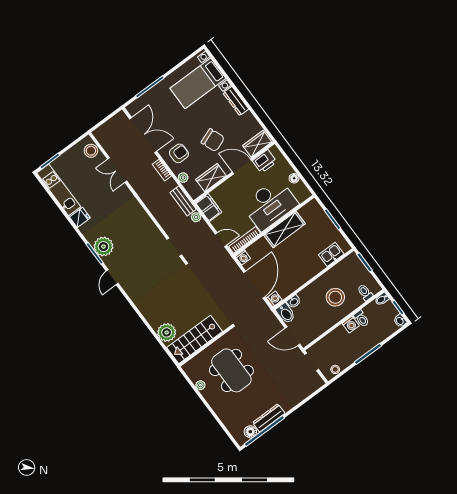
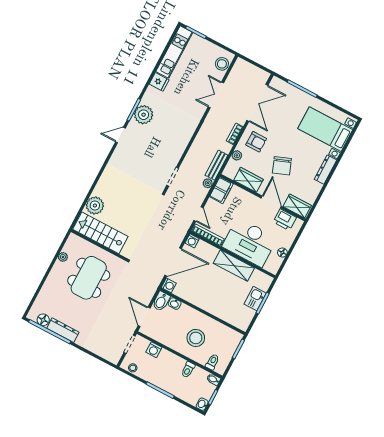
kitchen sink: (331, 254) -> (255, 299), moved, turned -90
washing machine: (351, 325) -> (154, 350), moved

